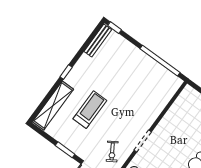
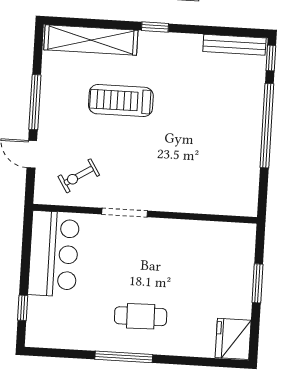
window: (160, 61) -> (267, 126), moved
treadmill: (90, 110) -> (121, 101), turned 180
window: (65, 150) -> (35, 102), width x1.44

